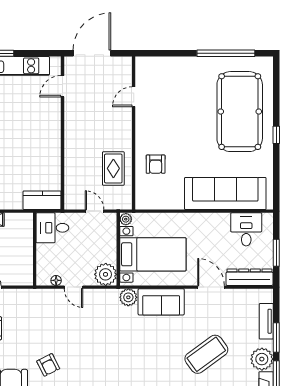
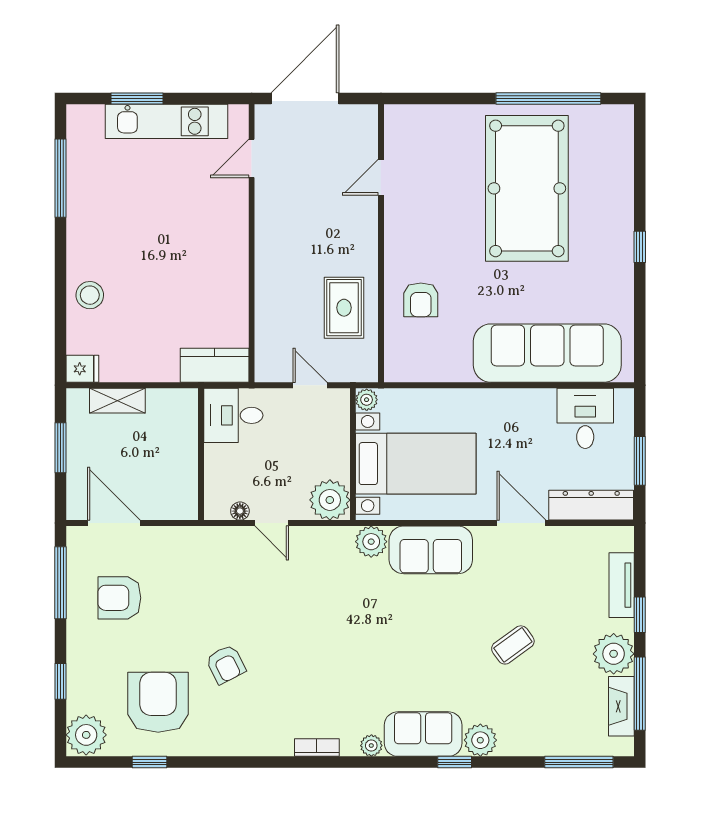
pool table: (240, 112) -> (527, 188), moved
window: (276, 338) -> (640, 615), width x0.67
coffee table: (206, 354) -> (513, 645), width x0.54, depth x0.58

